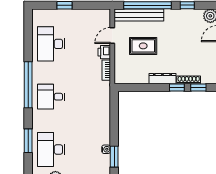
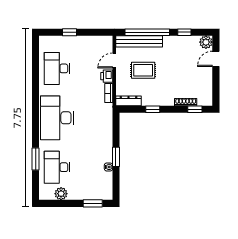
dresser: (162, 79) -> (129, 101), moved
window: (28, 85) -> (36, 107), removed
window: (177, 87) -> (153, 109), moved
desk: (51, 97) -> (57, 118), width x1.87, depth x1.30
window: (114, 157) -> (116, 157), moved

